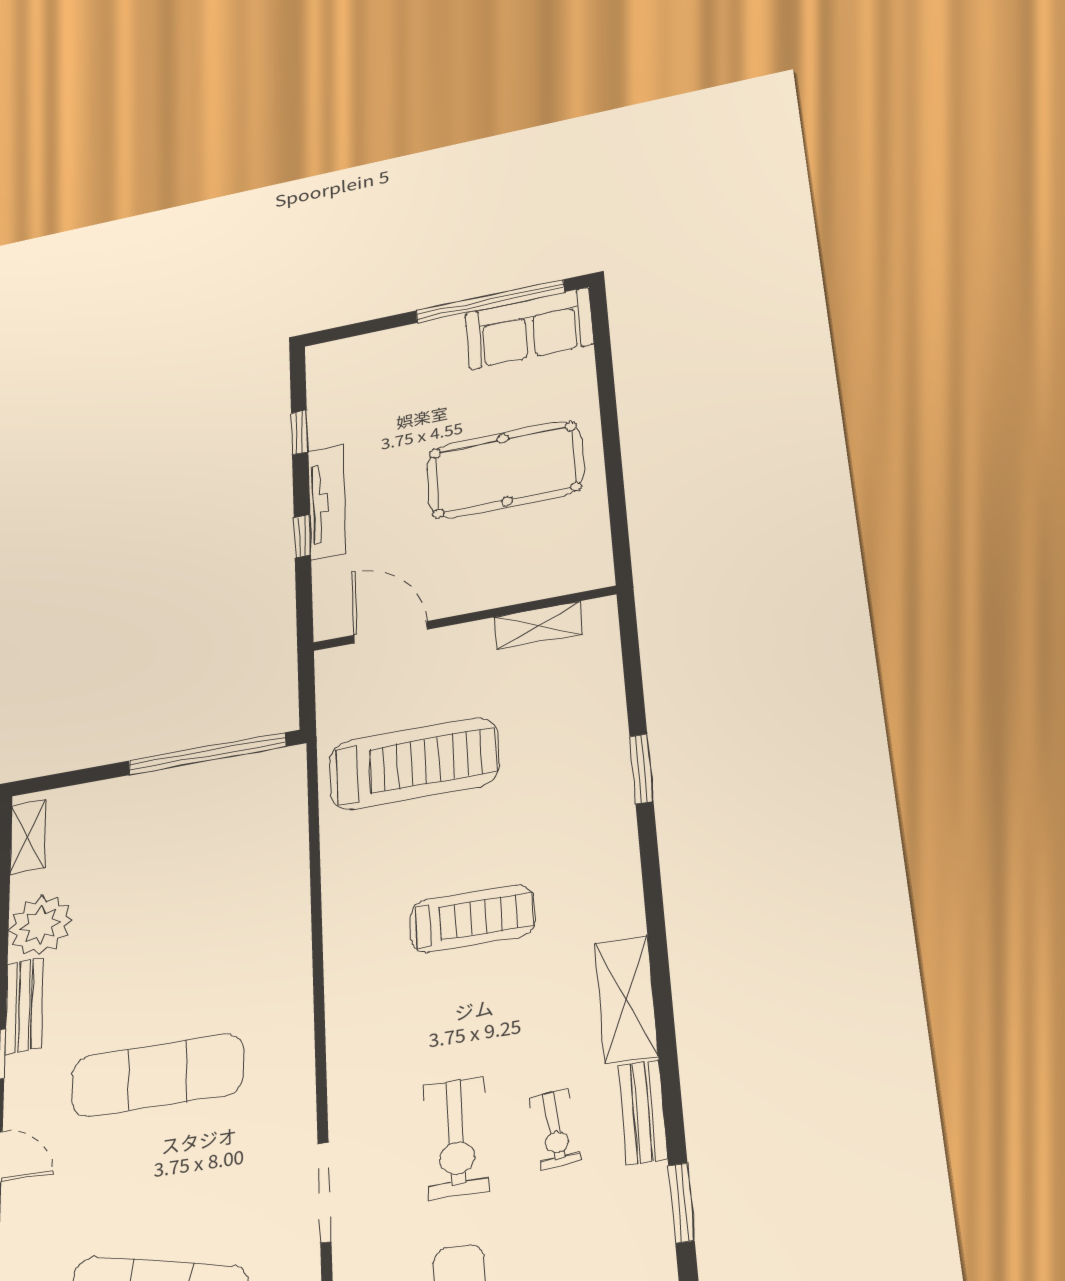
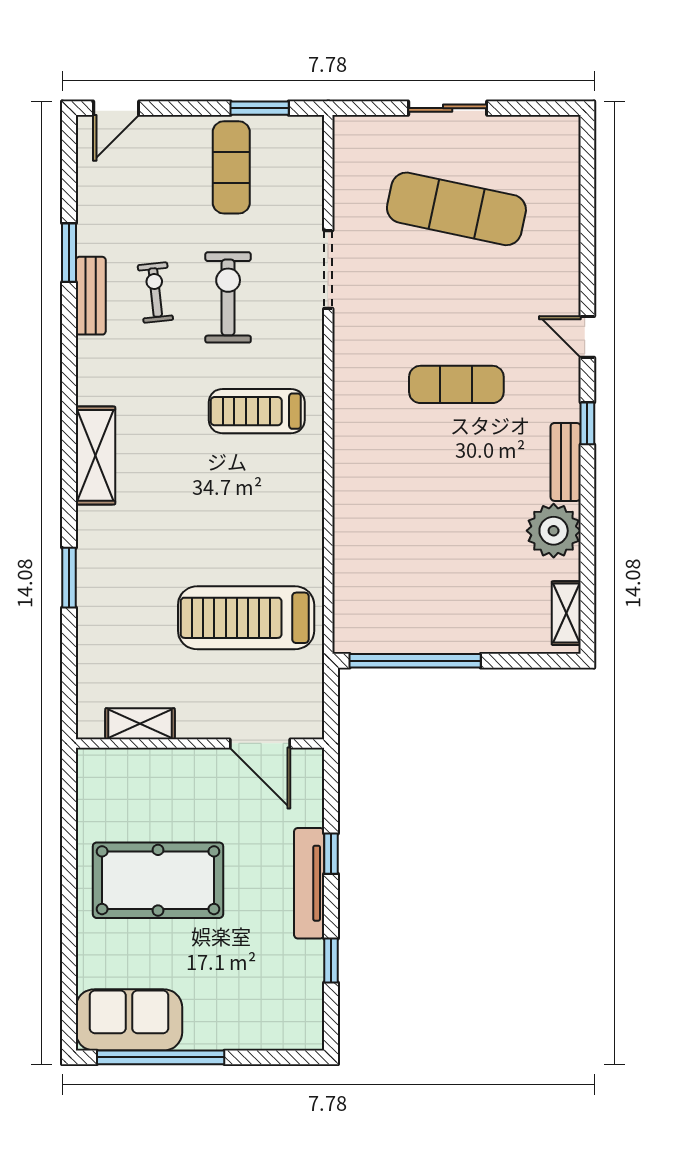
treadmill: (472, 919) -> (257, 411), moved
shelving: (626, 999) -> (96, 455), moved
exercise mat: (157, 1075) -> (456, 384), width x0.73, depth x0.69
window: (681, 1203) -> (69, 253), moved

